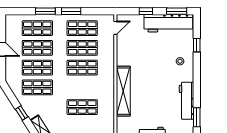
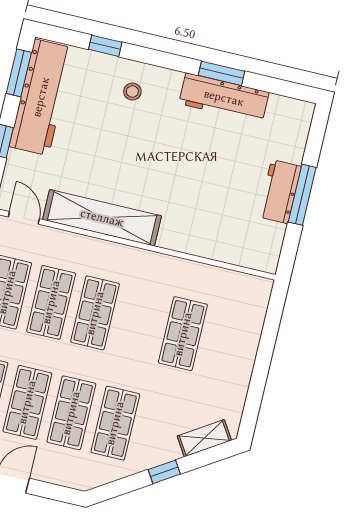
shelving: (123, 91) -> (102, 218), moved
window: (197, 117) -> (222, 73), moved

